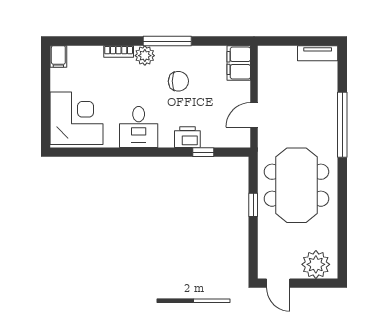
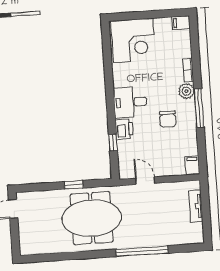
tv unit: (318, 53) -> (196, 206), moved
filing cabinet: (239, 63) -> (192, 165), width x0.50
desk: (139, 127) -> (130, 102), moved
plant: (316, 264) -> (30, 238), removed

